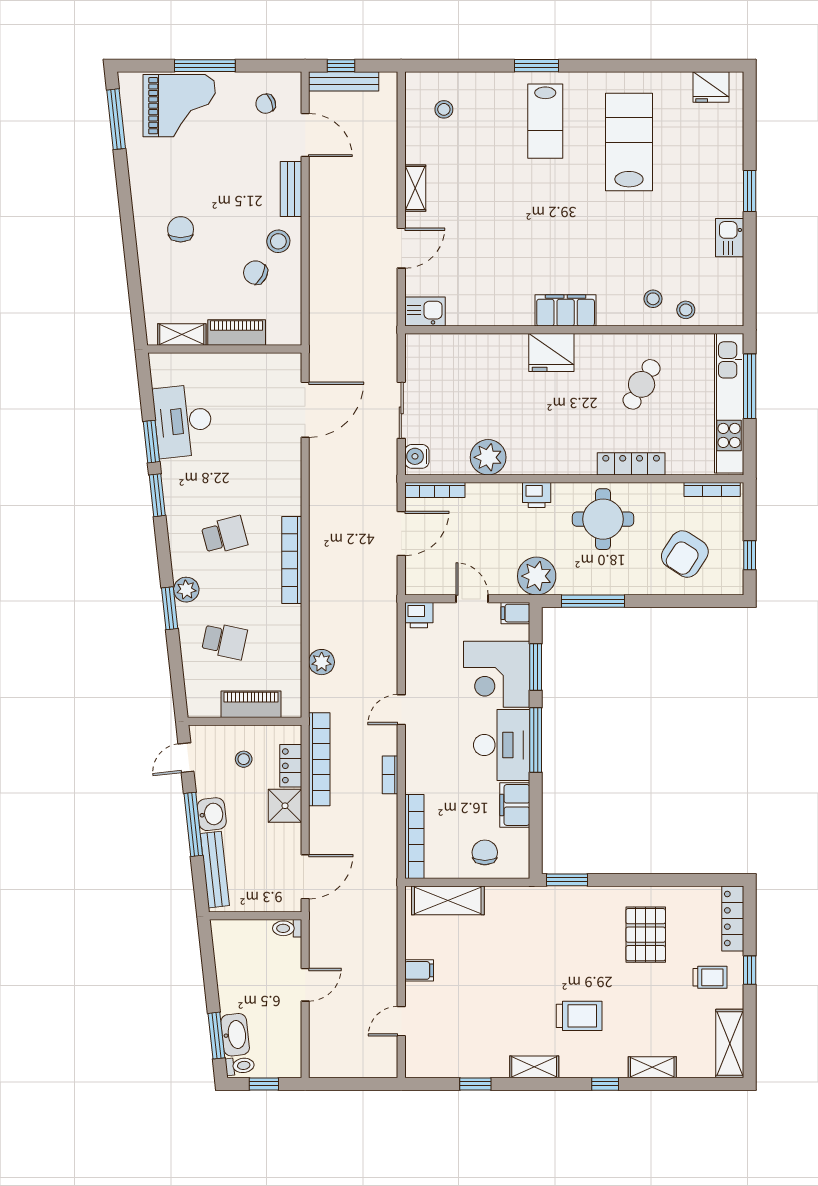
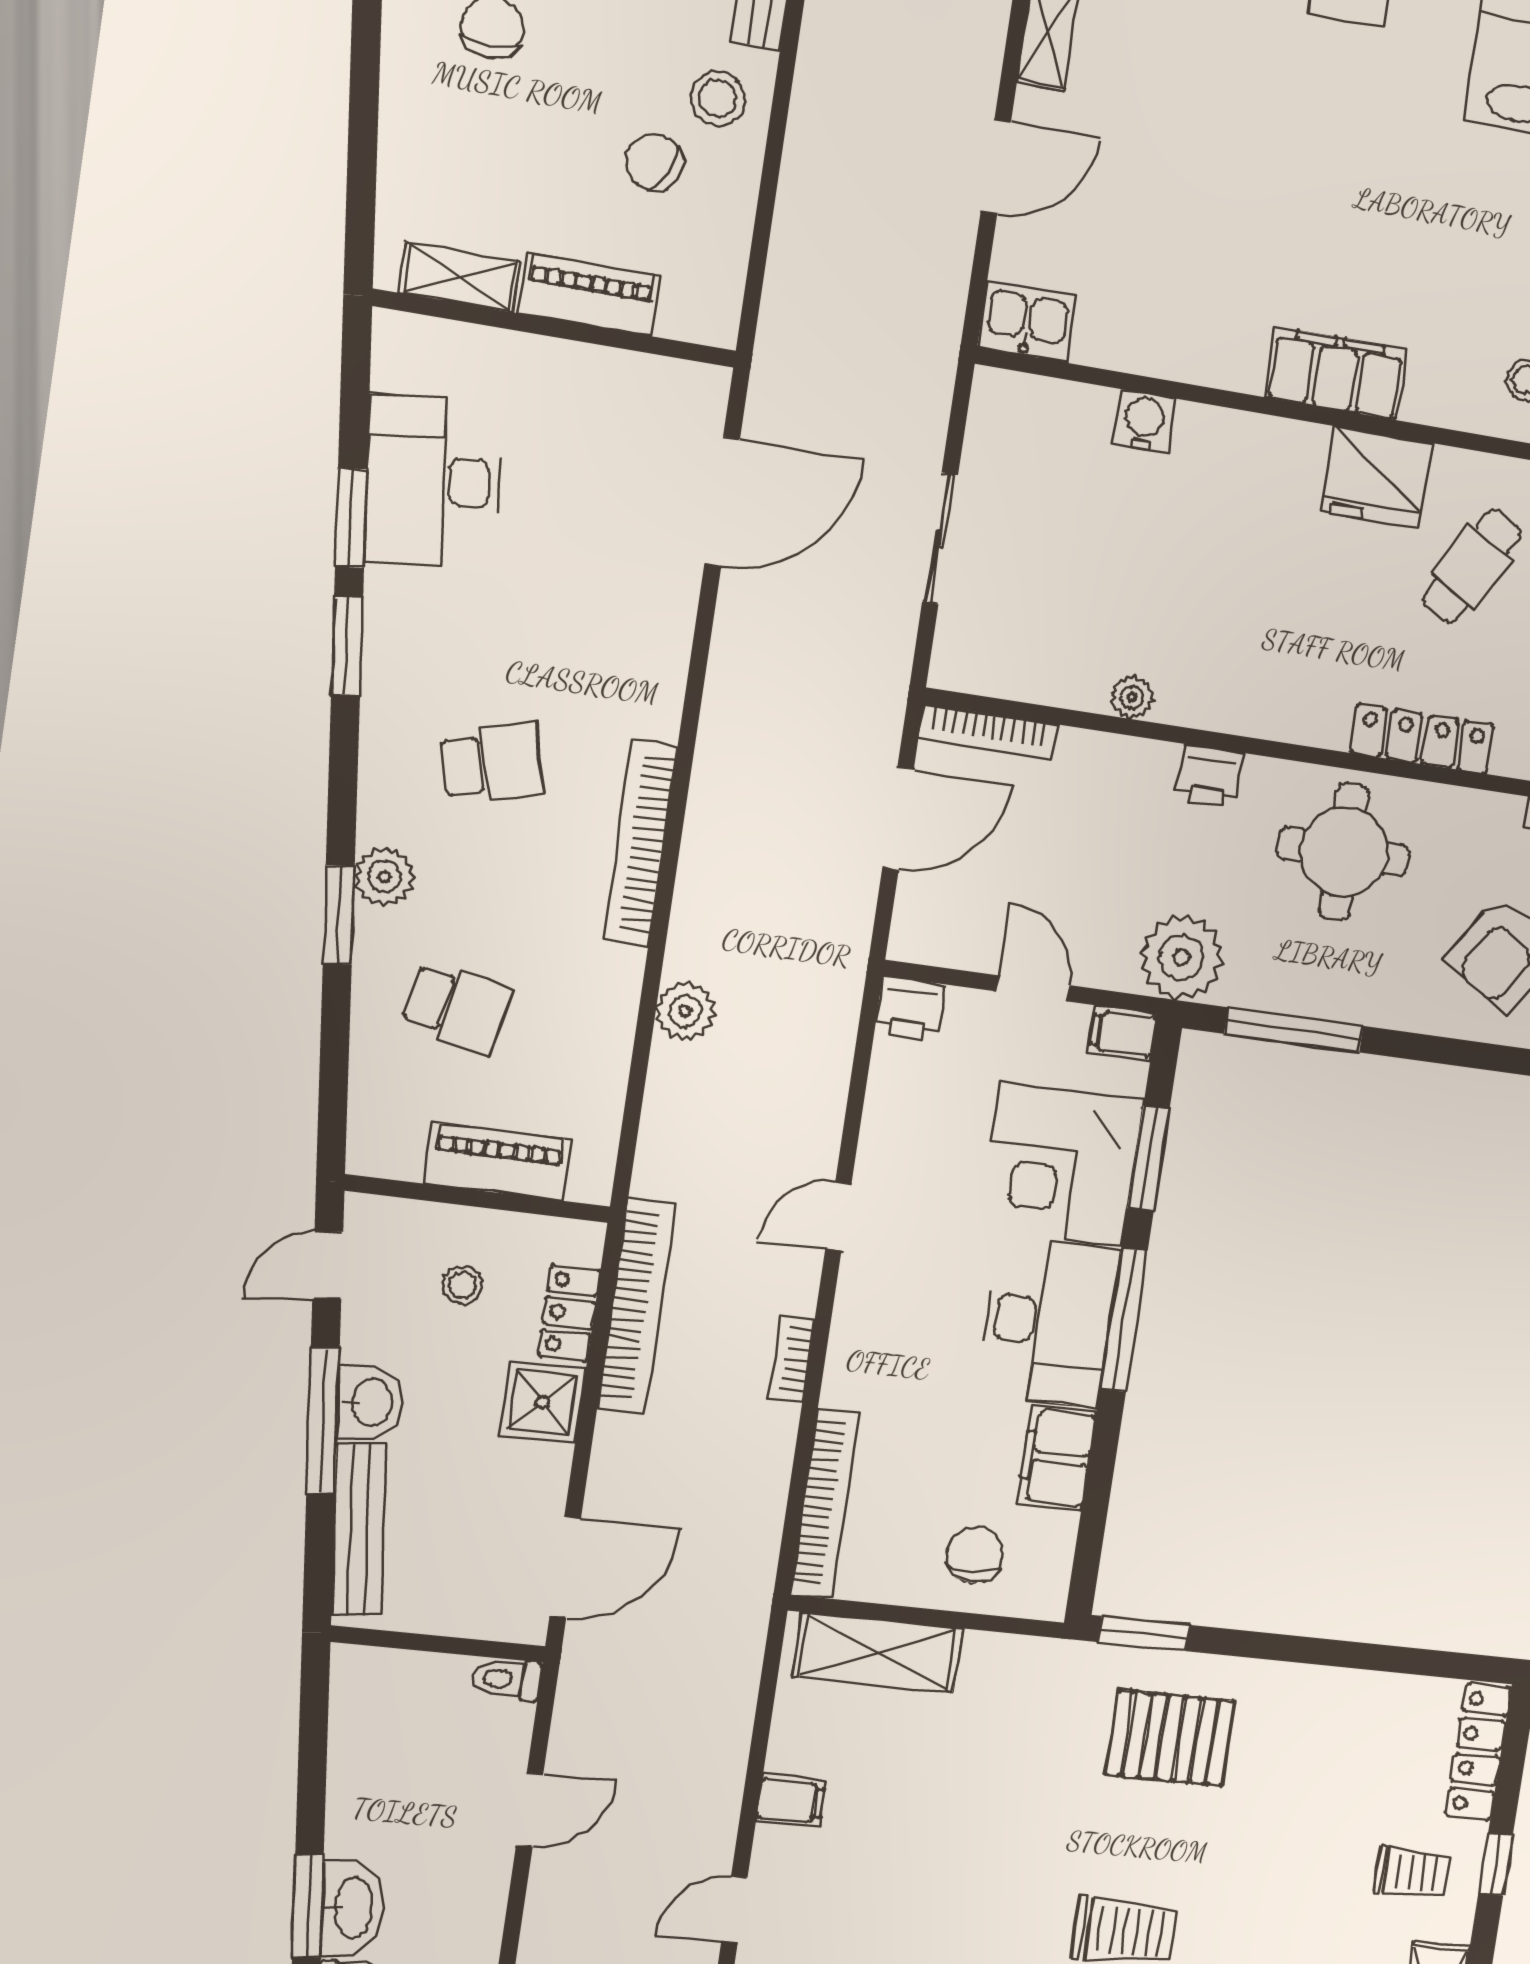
fridge: (551, 352) -> (1377, 477), moved
water cooler: (417, 456) -> (1144, 421), moved, turned 90
plant: (488, 457) -> (1132, 697), width x0.53, depth x0.53
plant: (322, 662) -> (685, 1011), moved
pallet: (646, 935) -> (1170, 1738), moved, turned 90

